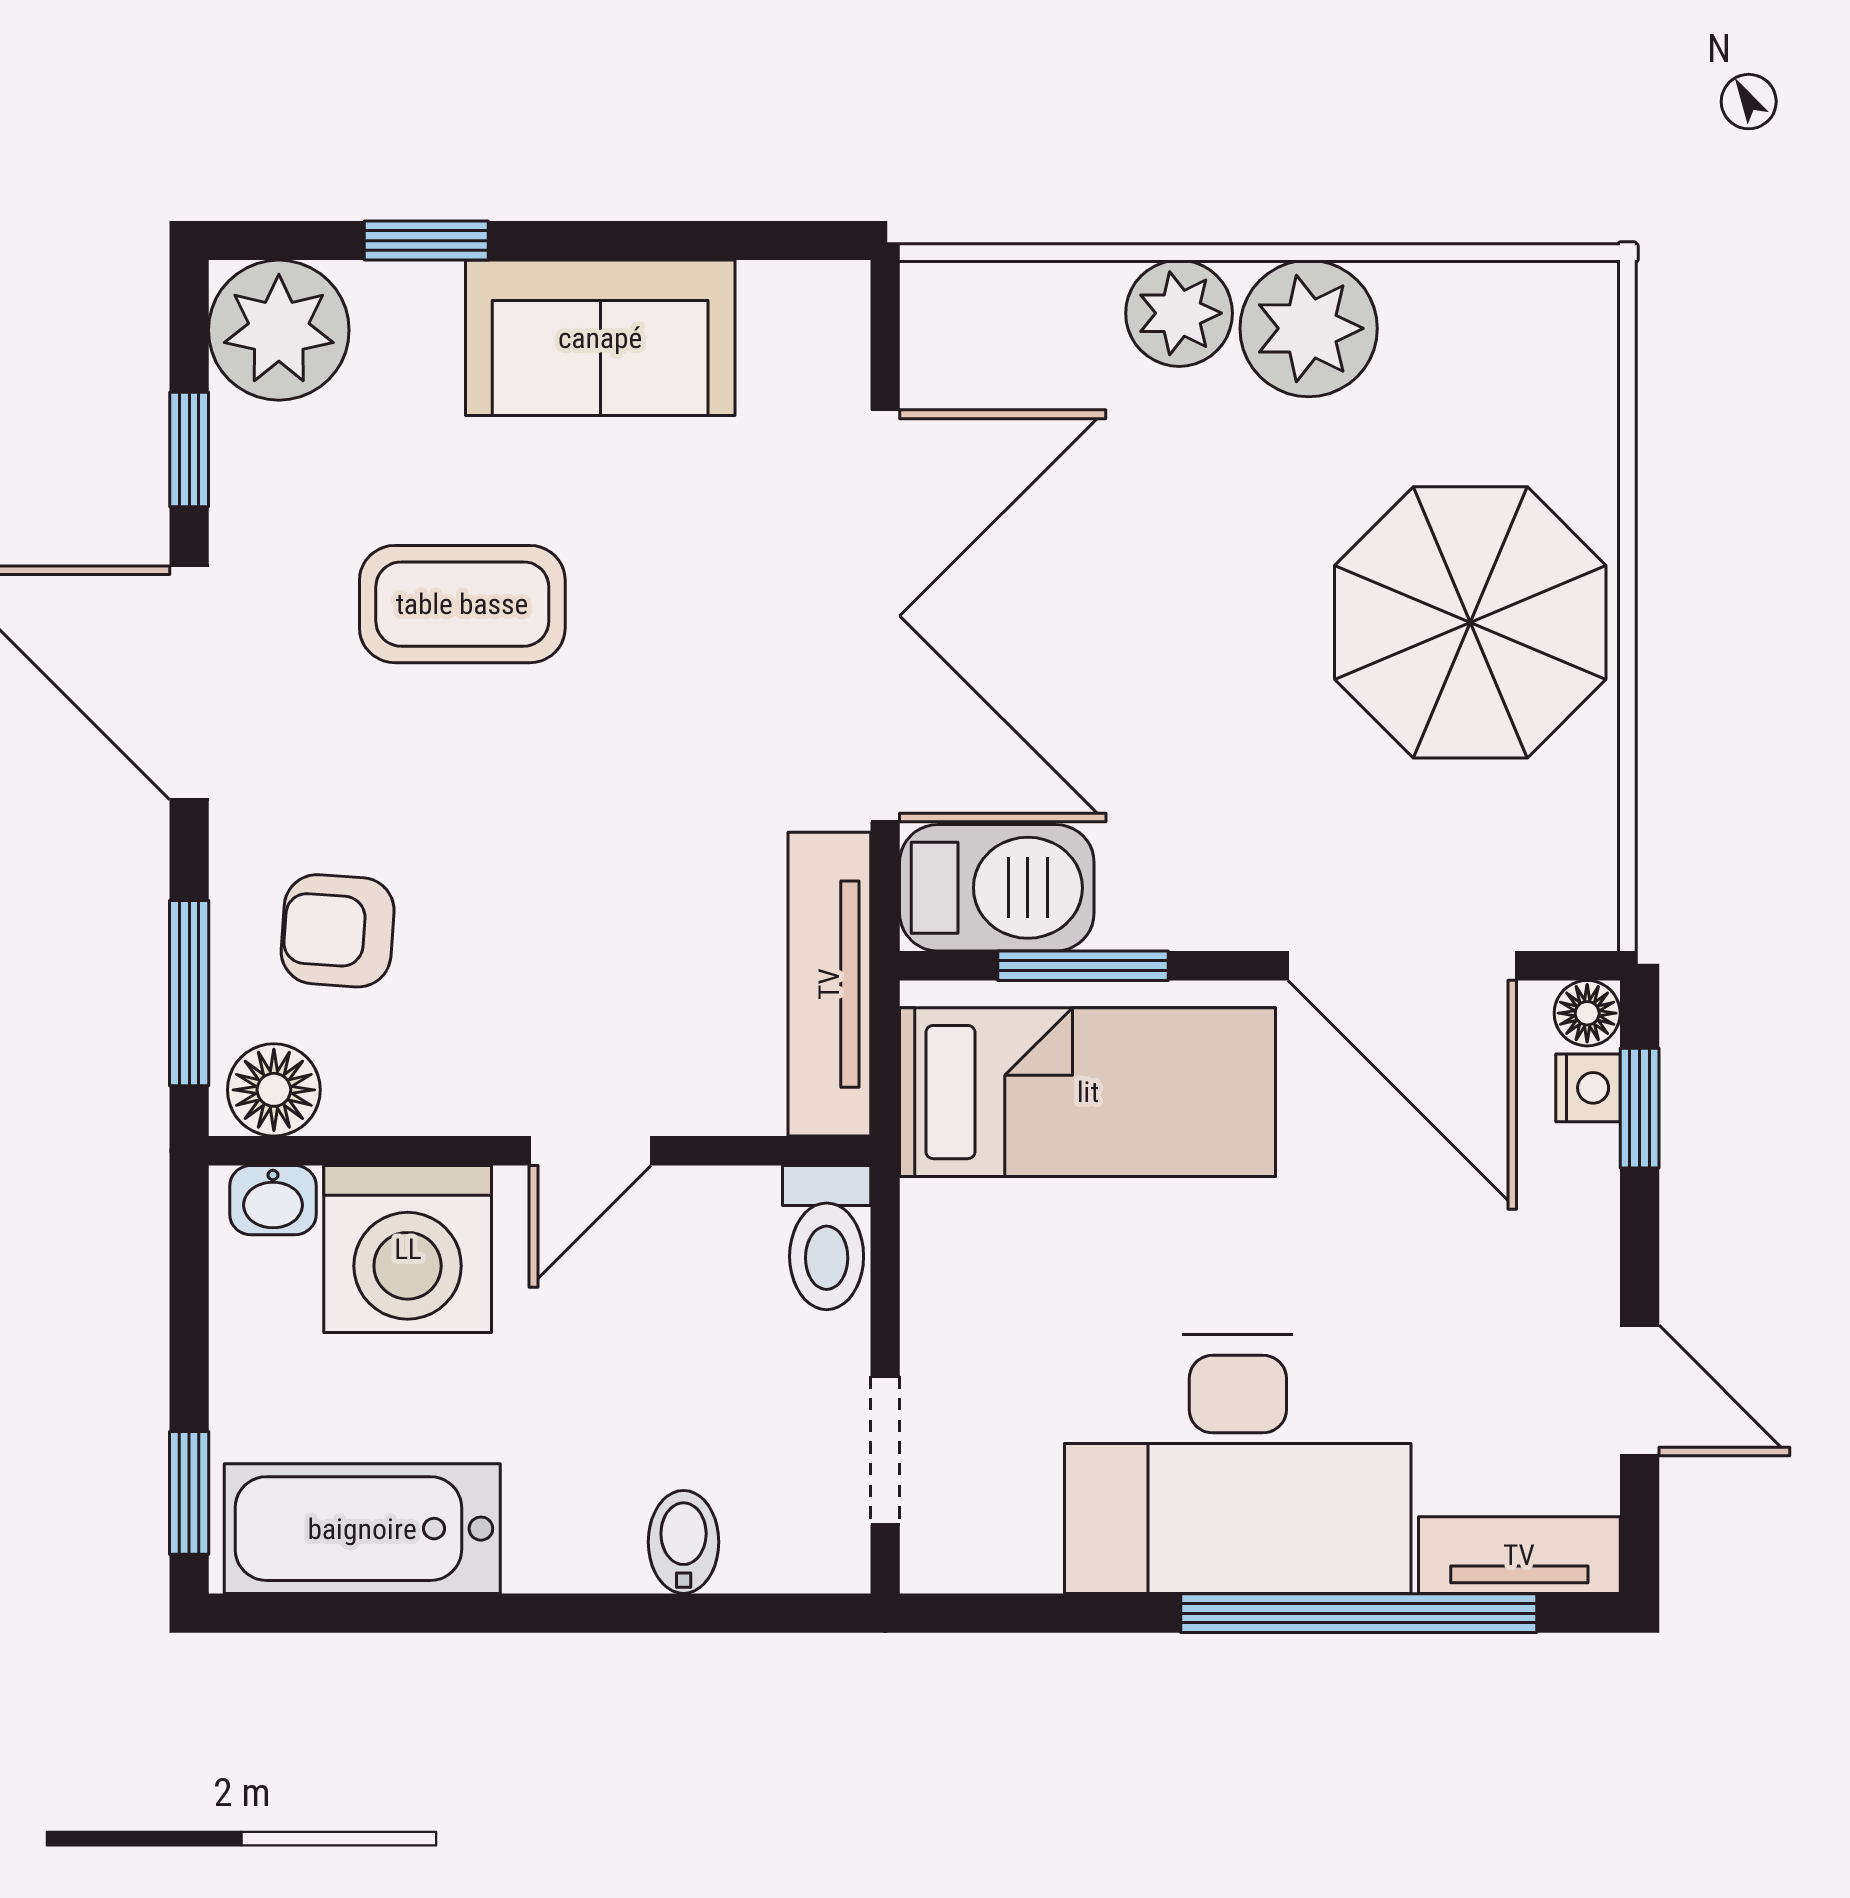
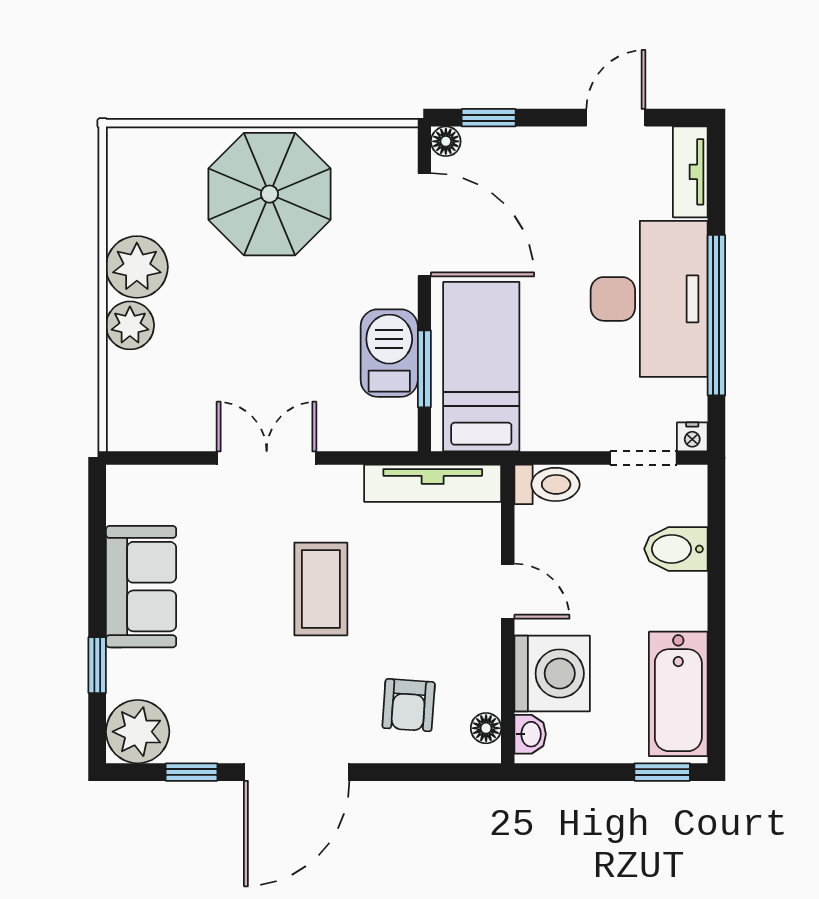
coffee table: (462, 604) -> (321, 589), moved
double door: (885, 616) -> (267, 458), width x0.54
barbecue: (997, 888) -> (389, 353), moved
door: (1402, 966) -> (424, 225), hinge flipped
window: (189, 993) -> (437, 772), removed
nightstand: (1588, 1088) -> (692, 437), moved, turned 180
floor lamp: (274, 1090) -> (486, 728), width x0.73, depth x0.73
bidet: (684, 1542) -> (676, 549), width x1.38, depth x1.36
window: (1359, 1613) -> (716, 315), moved

